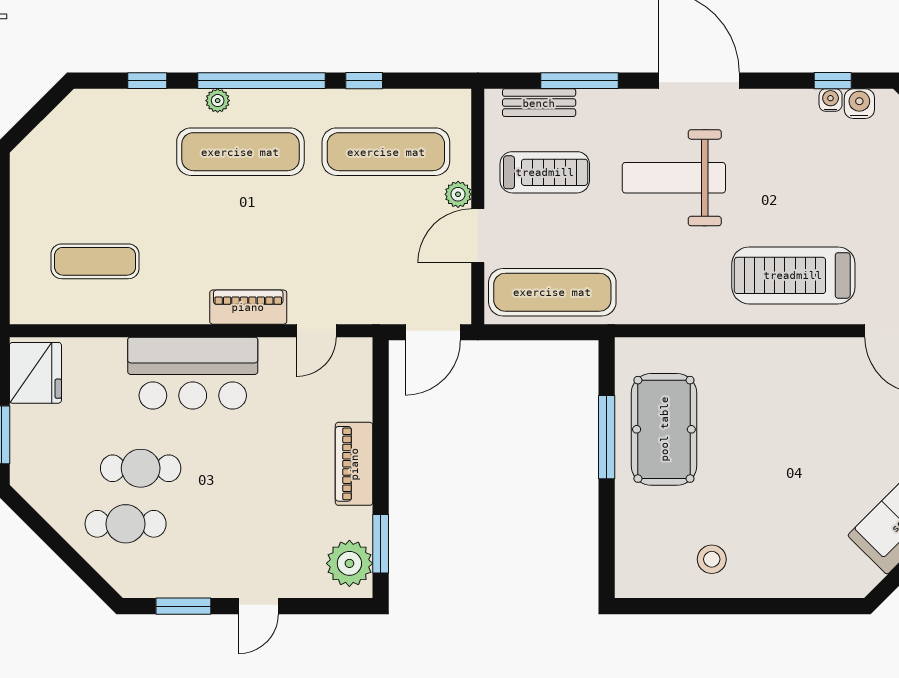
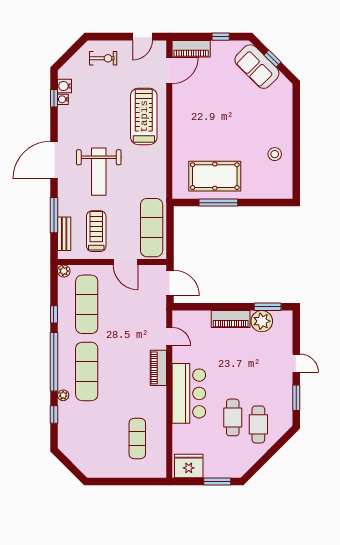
plant: (218, 101) -> (63, 395), moved
plant: (458, 194) -> (64, 271), moved
treadmill: (793, 275) -> (144, 116), turned 180
plant: (349, 563) -> (262, 321), moved

